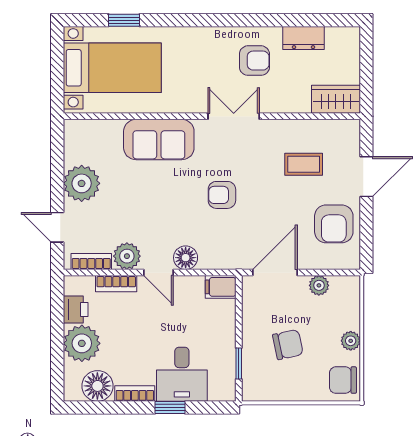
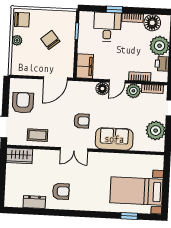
armchair: (254, 61) -> (61, 191), turned 180
wardrobe: (336, 99) -> (19, 156), moved
wall: (212, 116) -> (85, 150), moved
double door: (234, 116) -> (74, 149), moved
sofa: (159, 140) -> (114, 139), moved
door: (158, 273) -> (117, 81), swing flipped
plant: (319, 285) -> (32, 71), removed
filing cabinet: (221, 287) -> (85, 66), width x2.00
chair: (288, 345) -> (50, 40), turned 62

